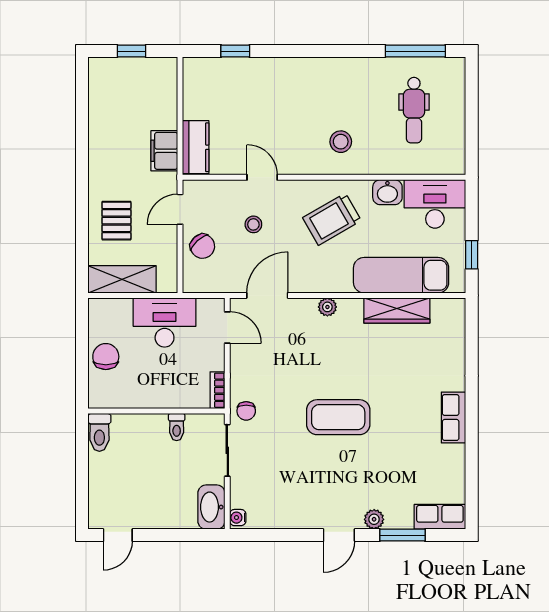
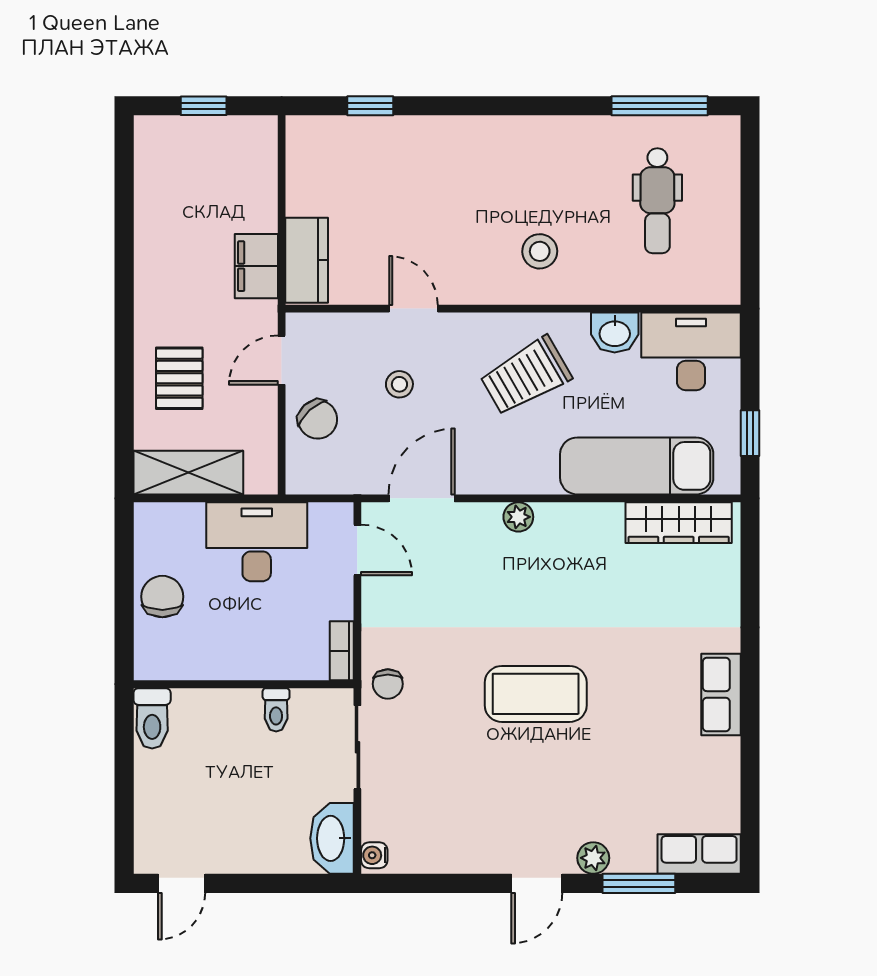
wardrobe: (397, 310) -> (679, 523), moved

